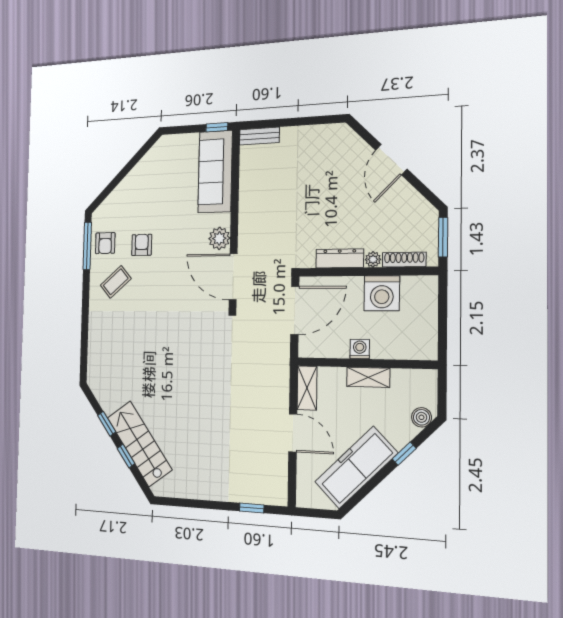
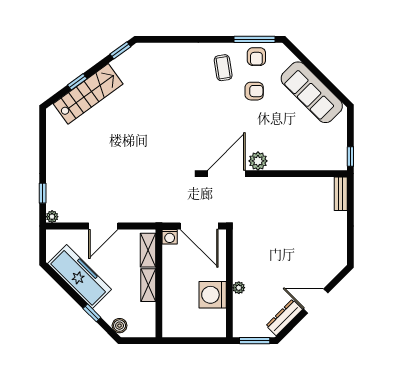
sofa: (215, 172) -> (312, 92), moved, turned -135
armchair: (105, 243) -> (256, 57), turned -90
dresser: (340, 258) -> (284, 317), moved, turned -135
shoe rack: (404, 260) -> (238, 312), removed
coffee table: (116, 282) -> (223, 68), turned 32
washing machine: (360, 349) -> (170, 237), moved, turned 90
shelving: (307, 388) -> (148, 250), moved, turned 90
window: (107, 424) -> (120, 50), moved
plant: (280, 498) -> (52, 217), added

